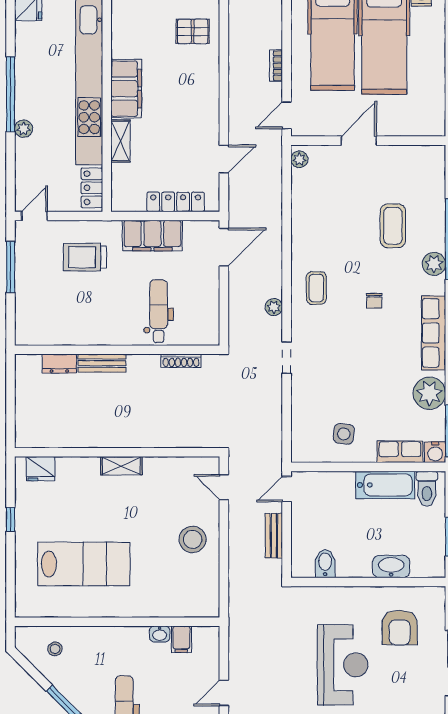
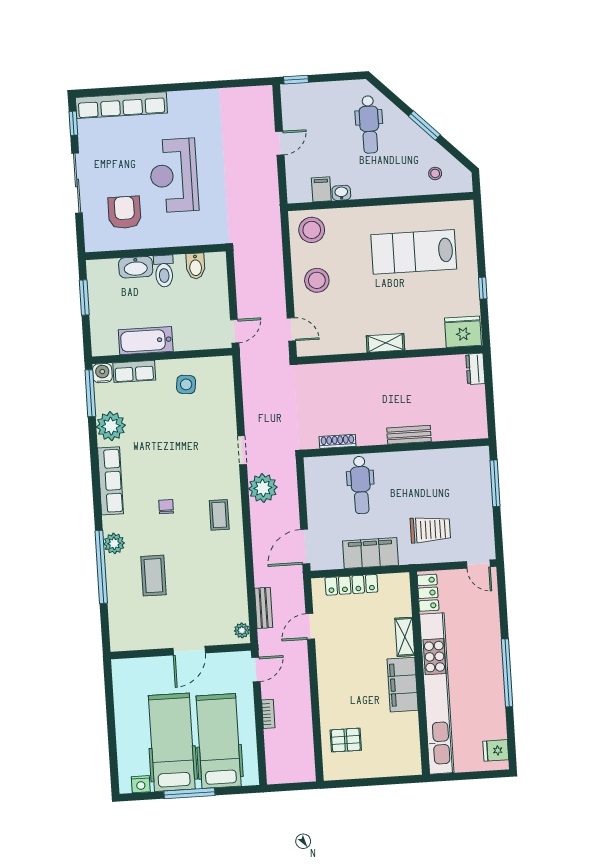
plant: (24, 129) -> (493, 642), removed
door: (34, 216) -> (478, 564), hinge flipped
window: (11, 267) -> (495, 483), moved
plant: (274, 307) -> (263, 488), width x1.88, depth x1.88
dresser: (59, 364) -> (475, 369), moved, turned -90
fridge: (40, 469) -> (463, 332), width x1.36, depth x1.34
toilet: (427, 489) -> (164, 271), moved, turned 180
bench: (274, 536) -> (264, 608), moved
stool: (195, 595) -> (312, 230), added

